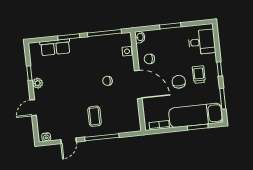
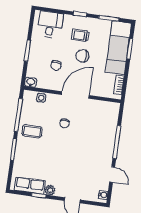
row of seats: (55, 47) -> (30, 185), moved, turned -90
chair: (149, 59) -> (56, 65), moved
coffee table: (95, 116) -> (32, 131), moved

